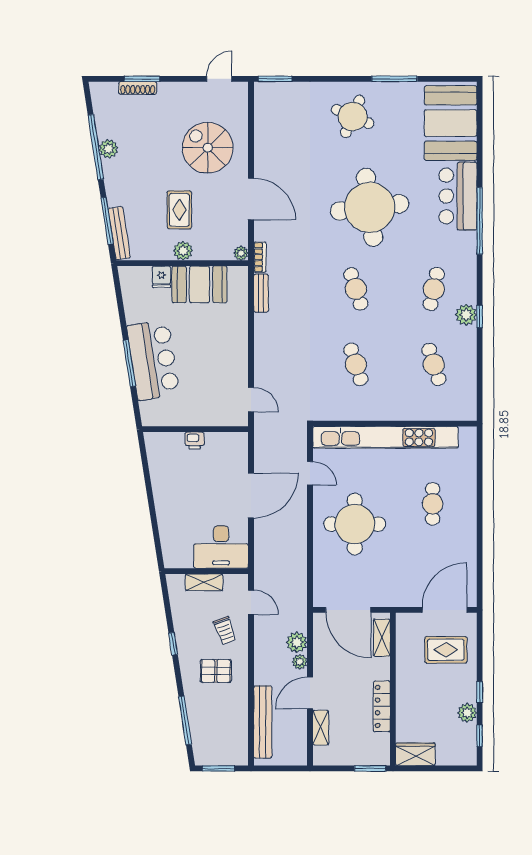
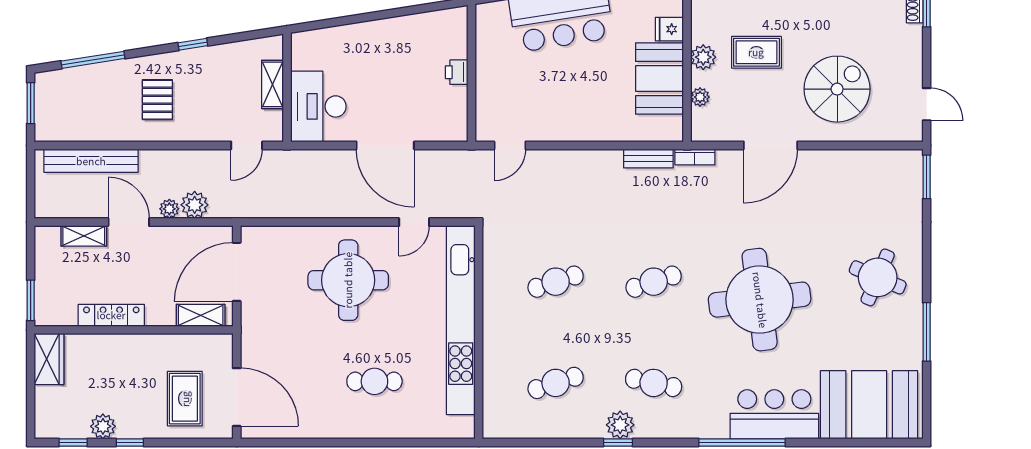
plant: (241, 253) -> (700, 97), moved
trolley: (225, 630) -> (210, 111), removed

